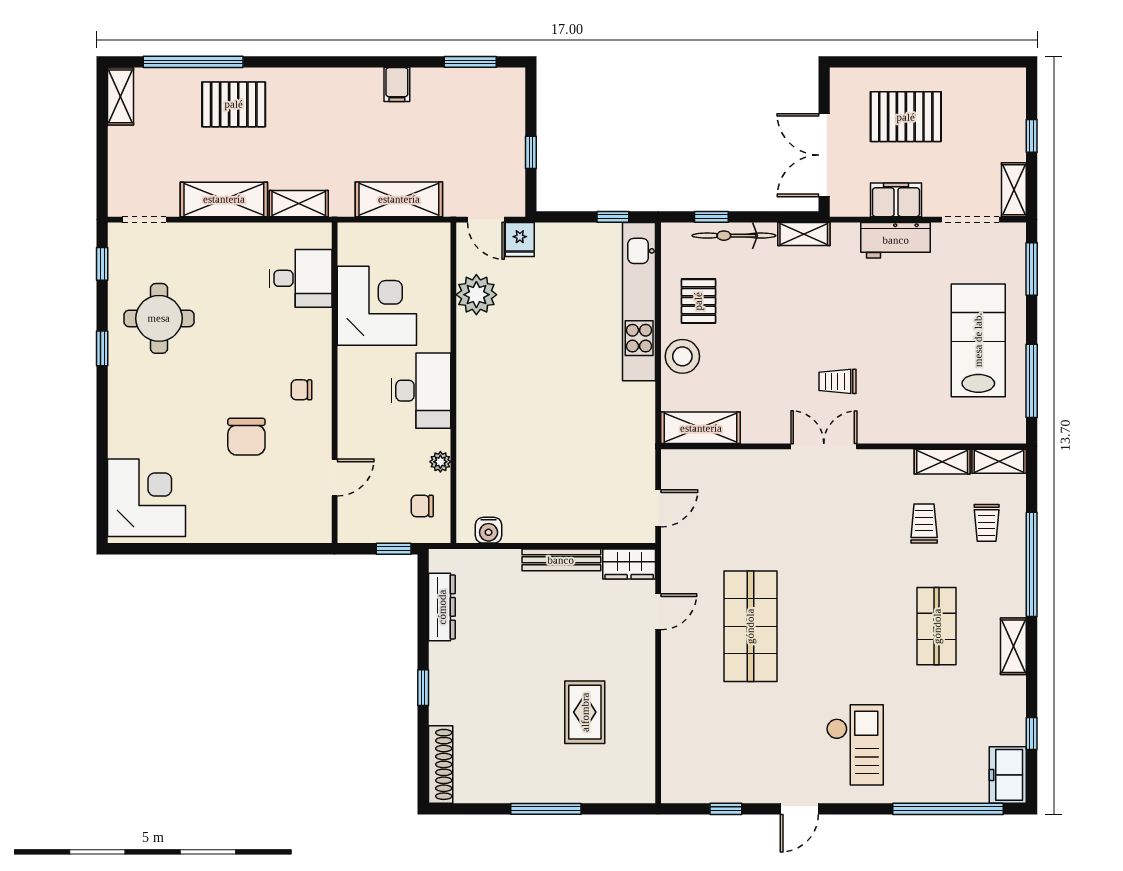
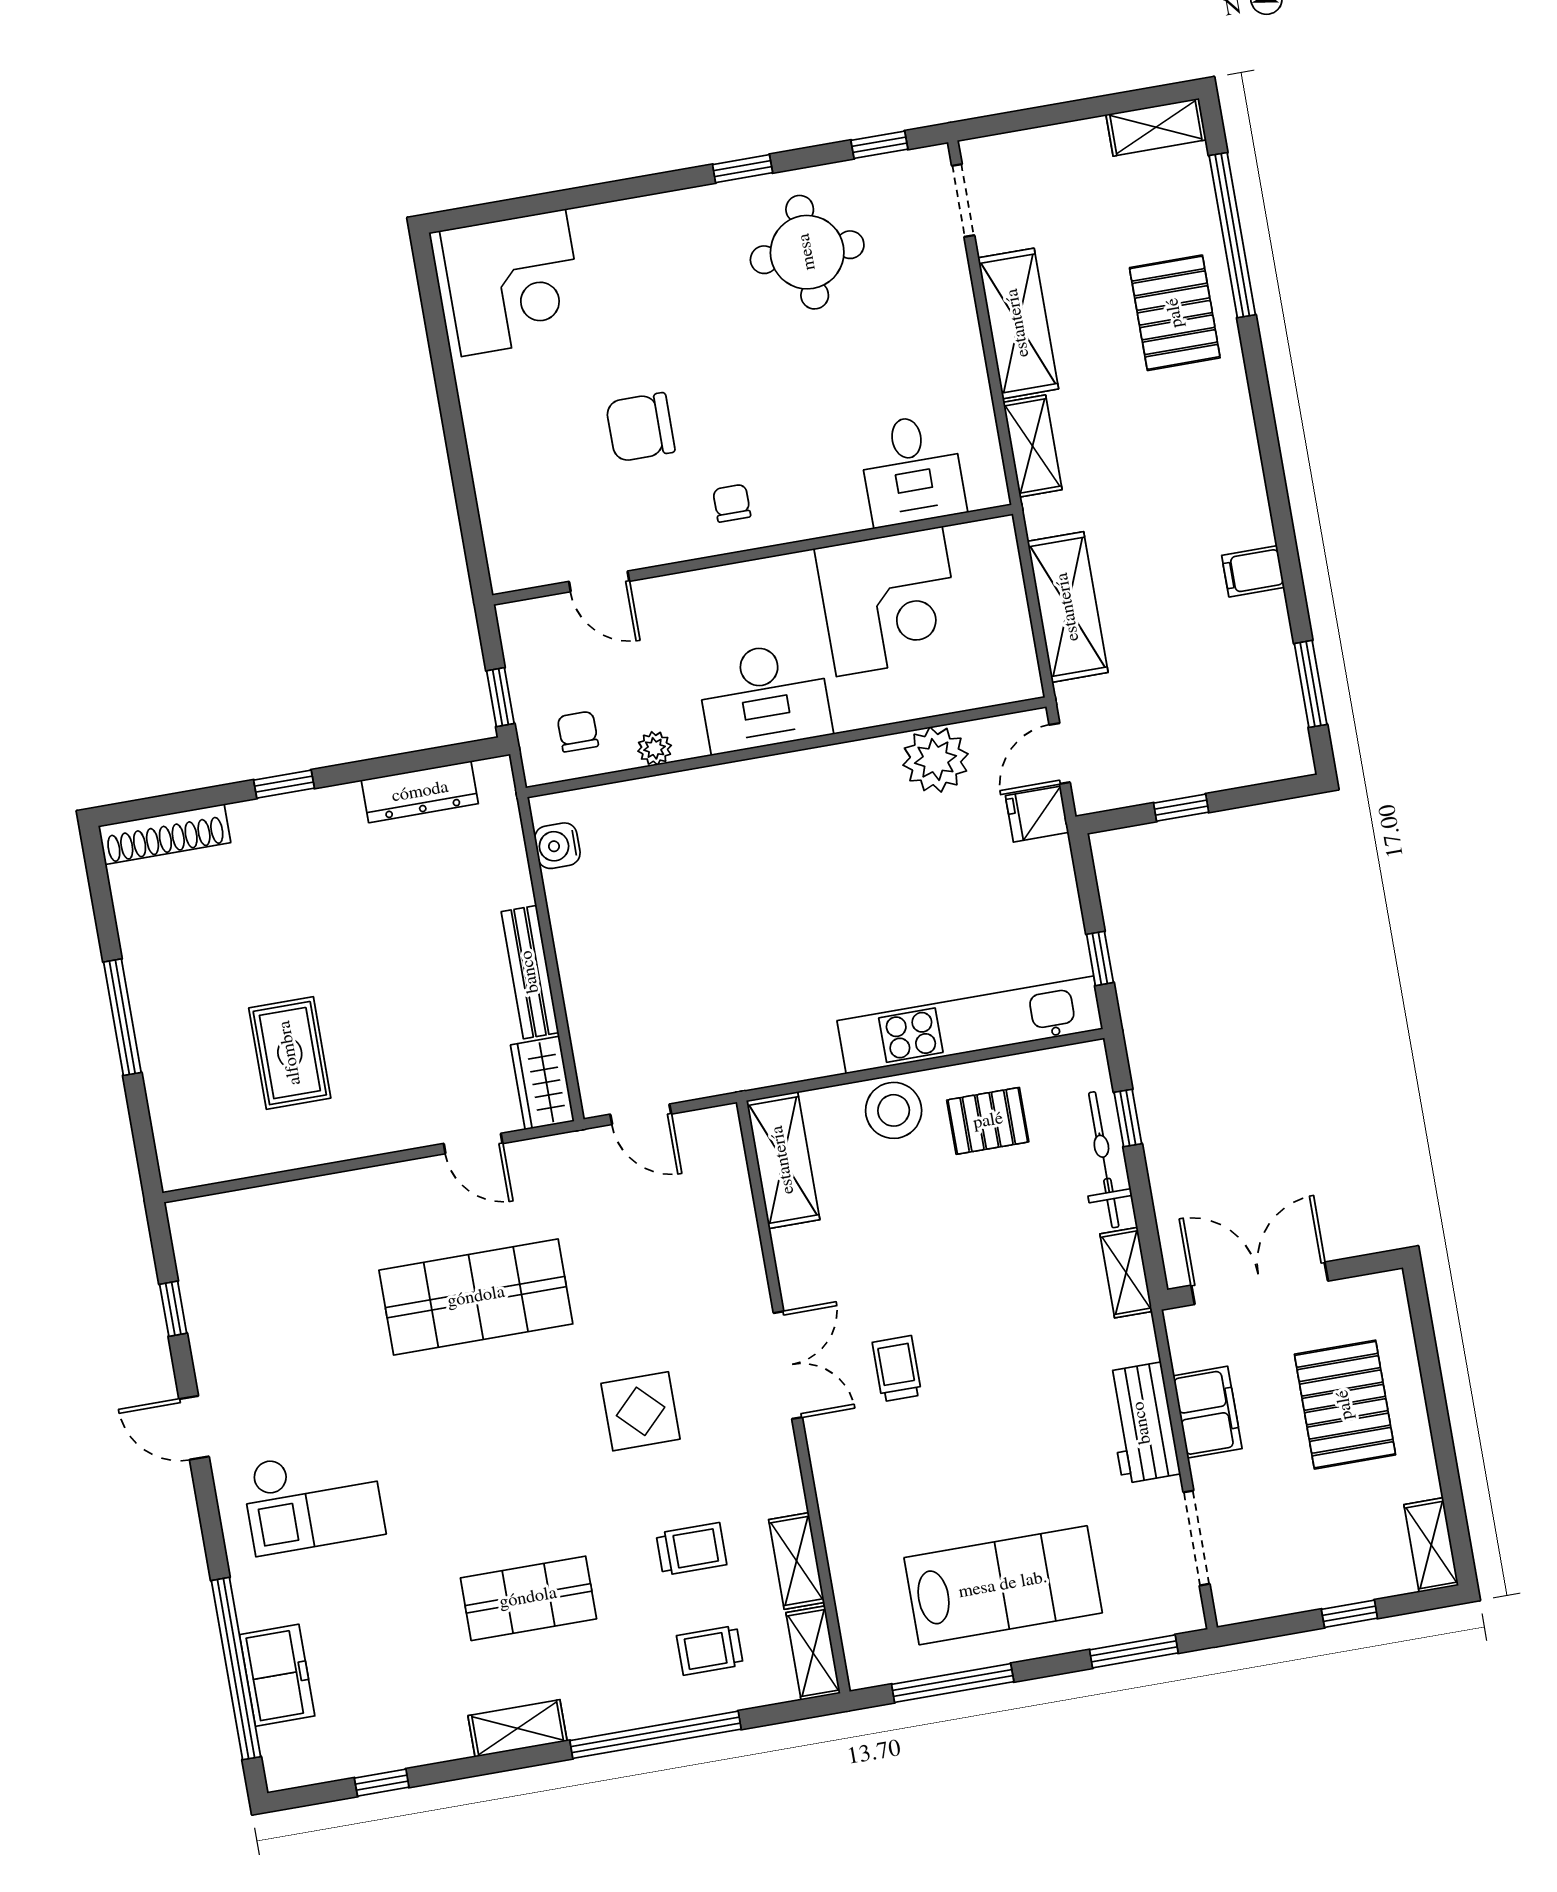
shelving: (1014, 190) -> (1431, 1545), moved, turned 90
display table: (836, 539) -> (641, 1411), added
rug: (585, 712) -> (290, 1053), turned 90
freezer: (1008, 775) -> (277, 1675), moved, turned 90

